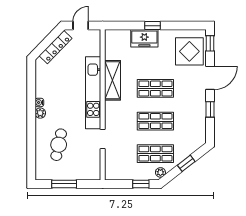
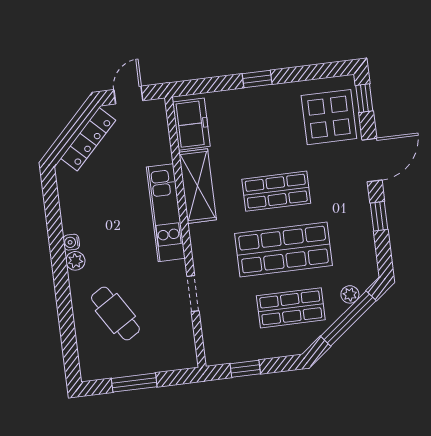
freezer: (144, 38) -> (191, 124), moved, turned -90
kitchen unit: (93, 93) -> (166, 213), width x0.73
shop shelf: (155, 121) -> (284, 249), width x1.43, depth x1.36
cafe table: (59, 145) -> (115, 313), turned -44
window: (186, 163) -> (348, 318), width x2.17
plant: (160, 172) -> (350, 294), moved
window: (141, 184) -> (245, 369), moved

